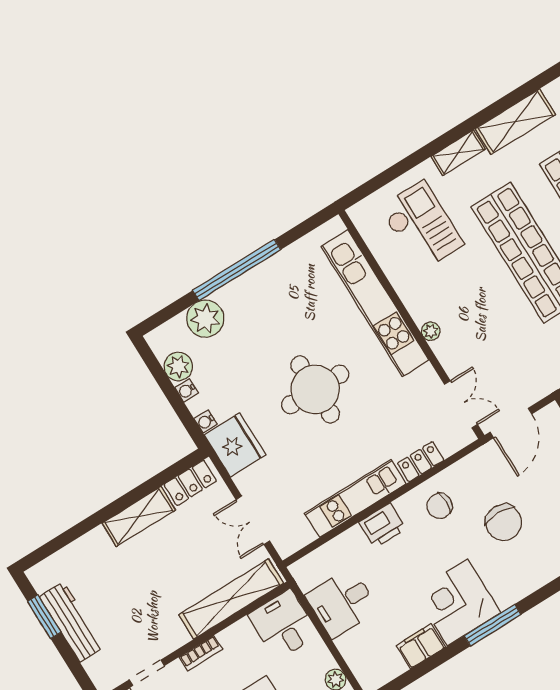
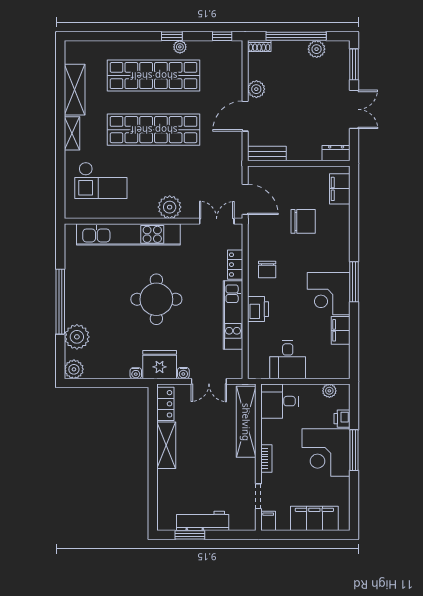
checkout: (421, 226) -> (101, 180), turned 180
plant: (431, 331) -> (170, 207), width x1.88, depth x1.88
plant: (178, 366) -> (74, 369), moved
water cooler: (187, 390) -> (183, 373), moved
chair: (504, 523) -> (303, 221), moved

